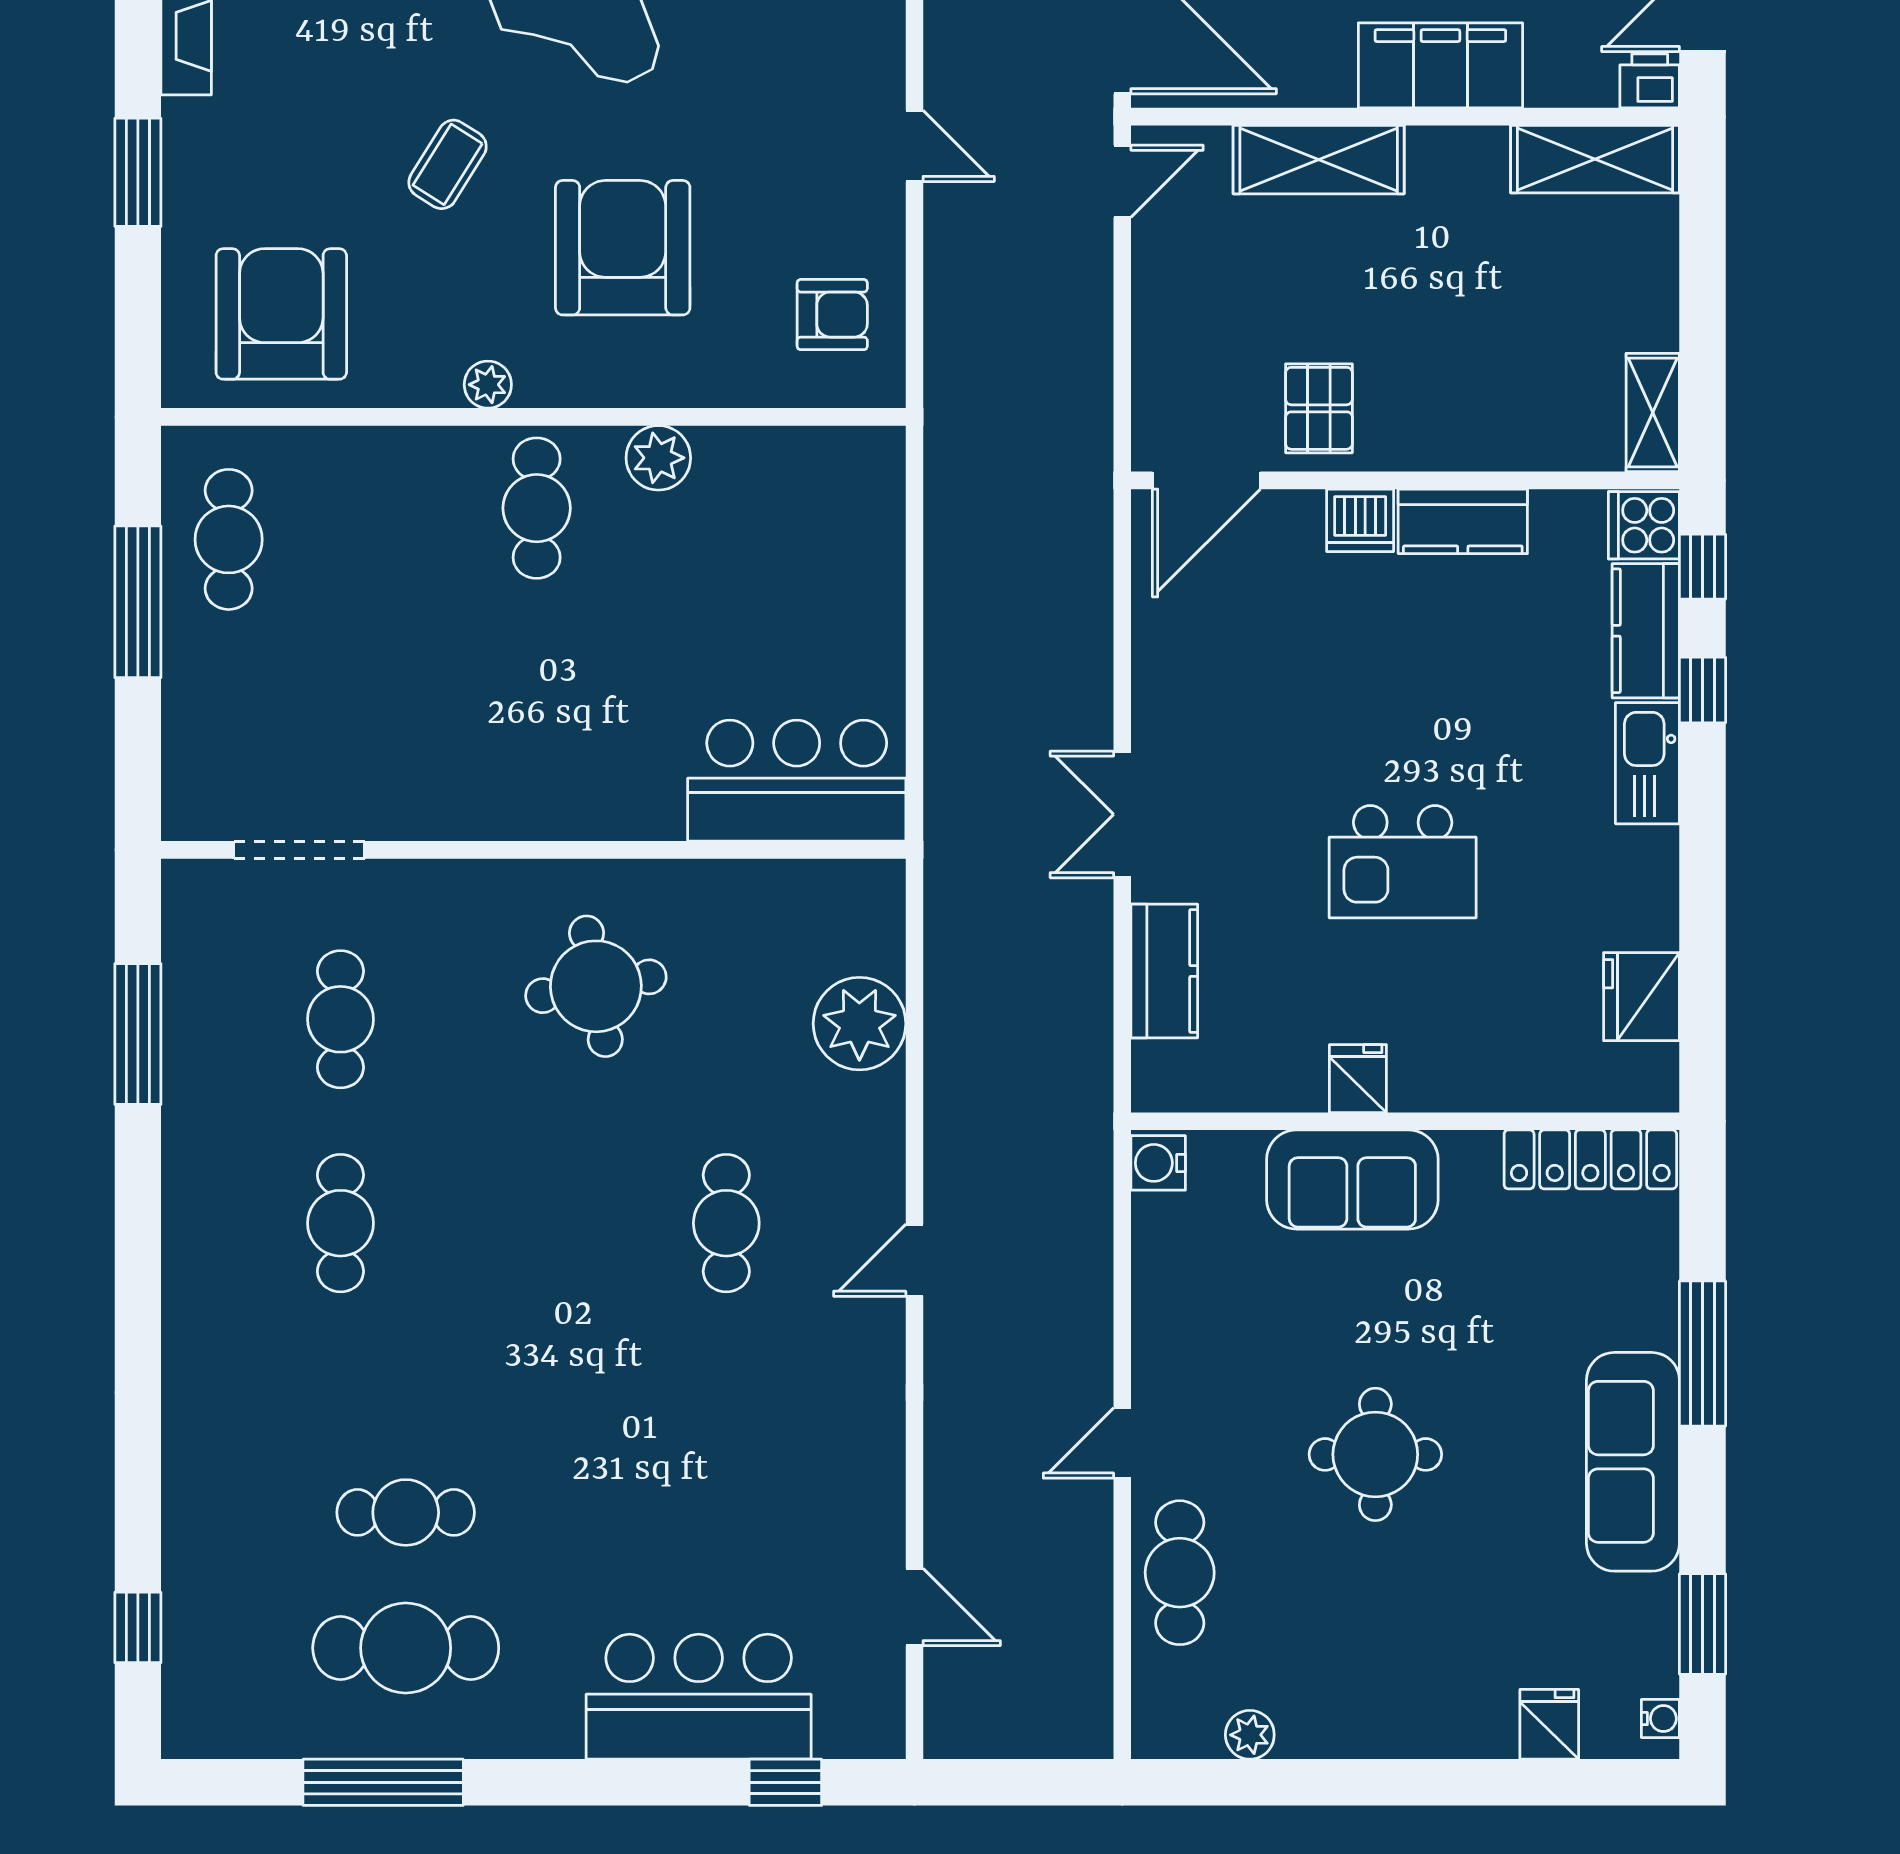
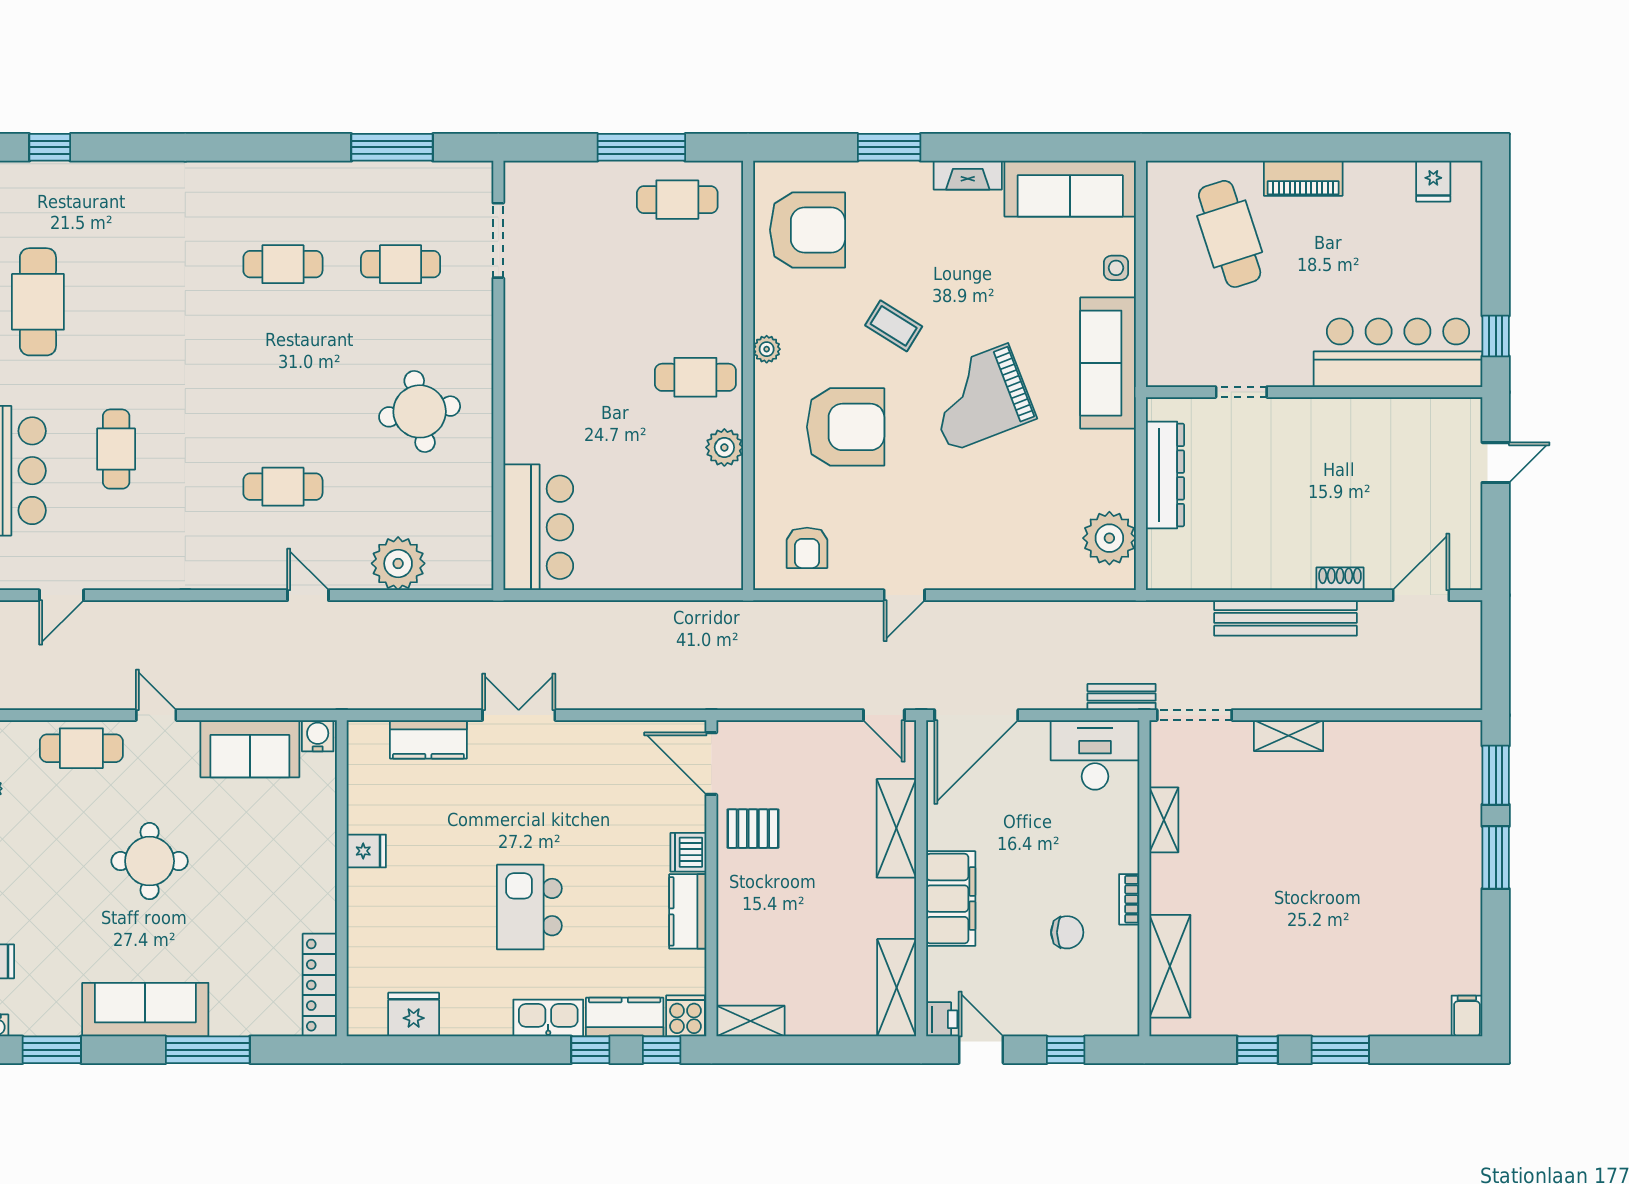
kitchen island: (1403, 862) -> (529, 907), moved
sofa: (1352, 1179) -> (250, 749), moved, turned -90
door: (914, 1260) -> (308, 595), moved
cafe table: (406, 1512) -> (116, 449), moved

